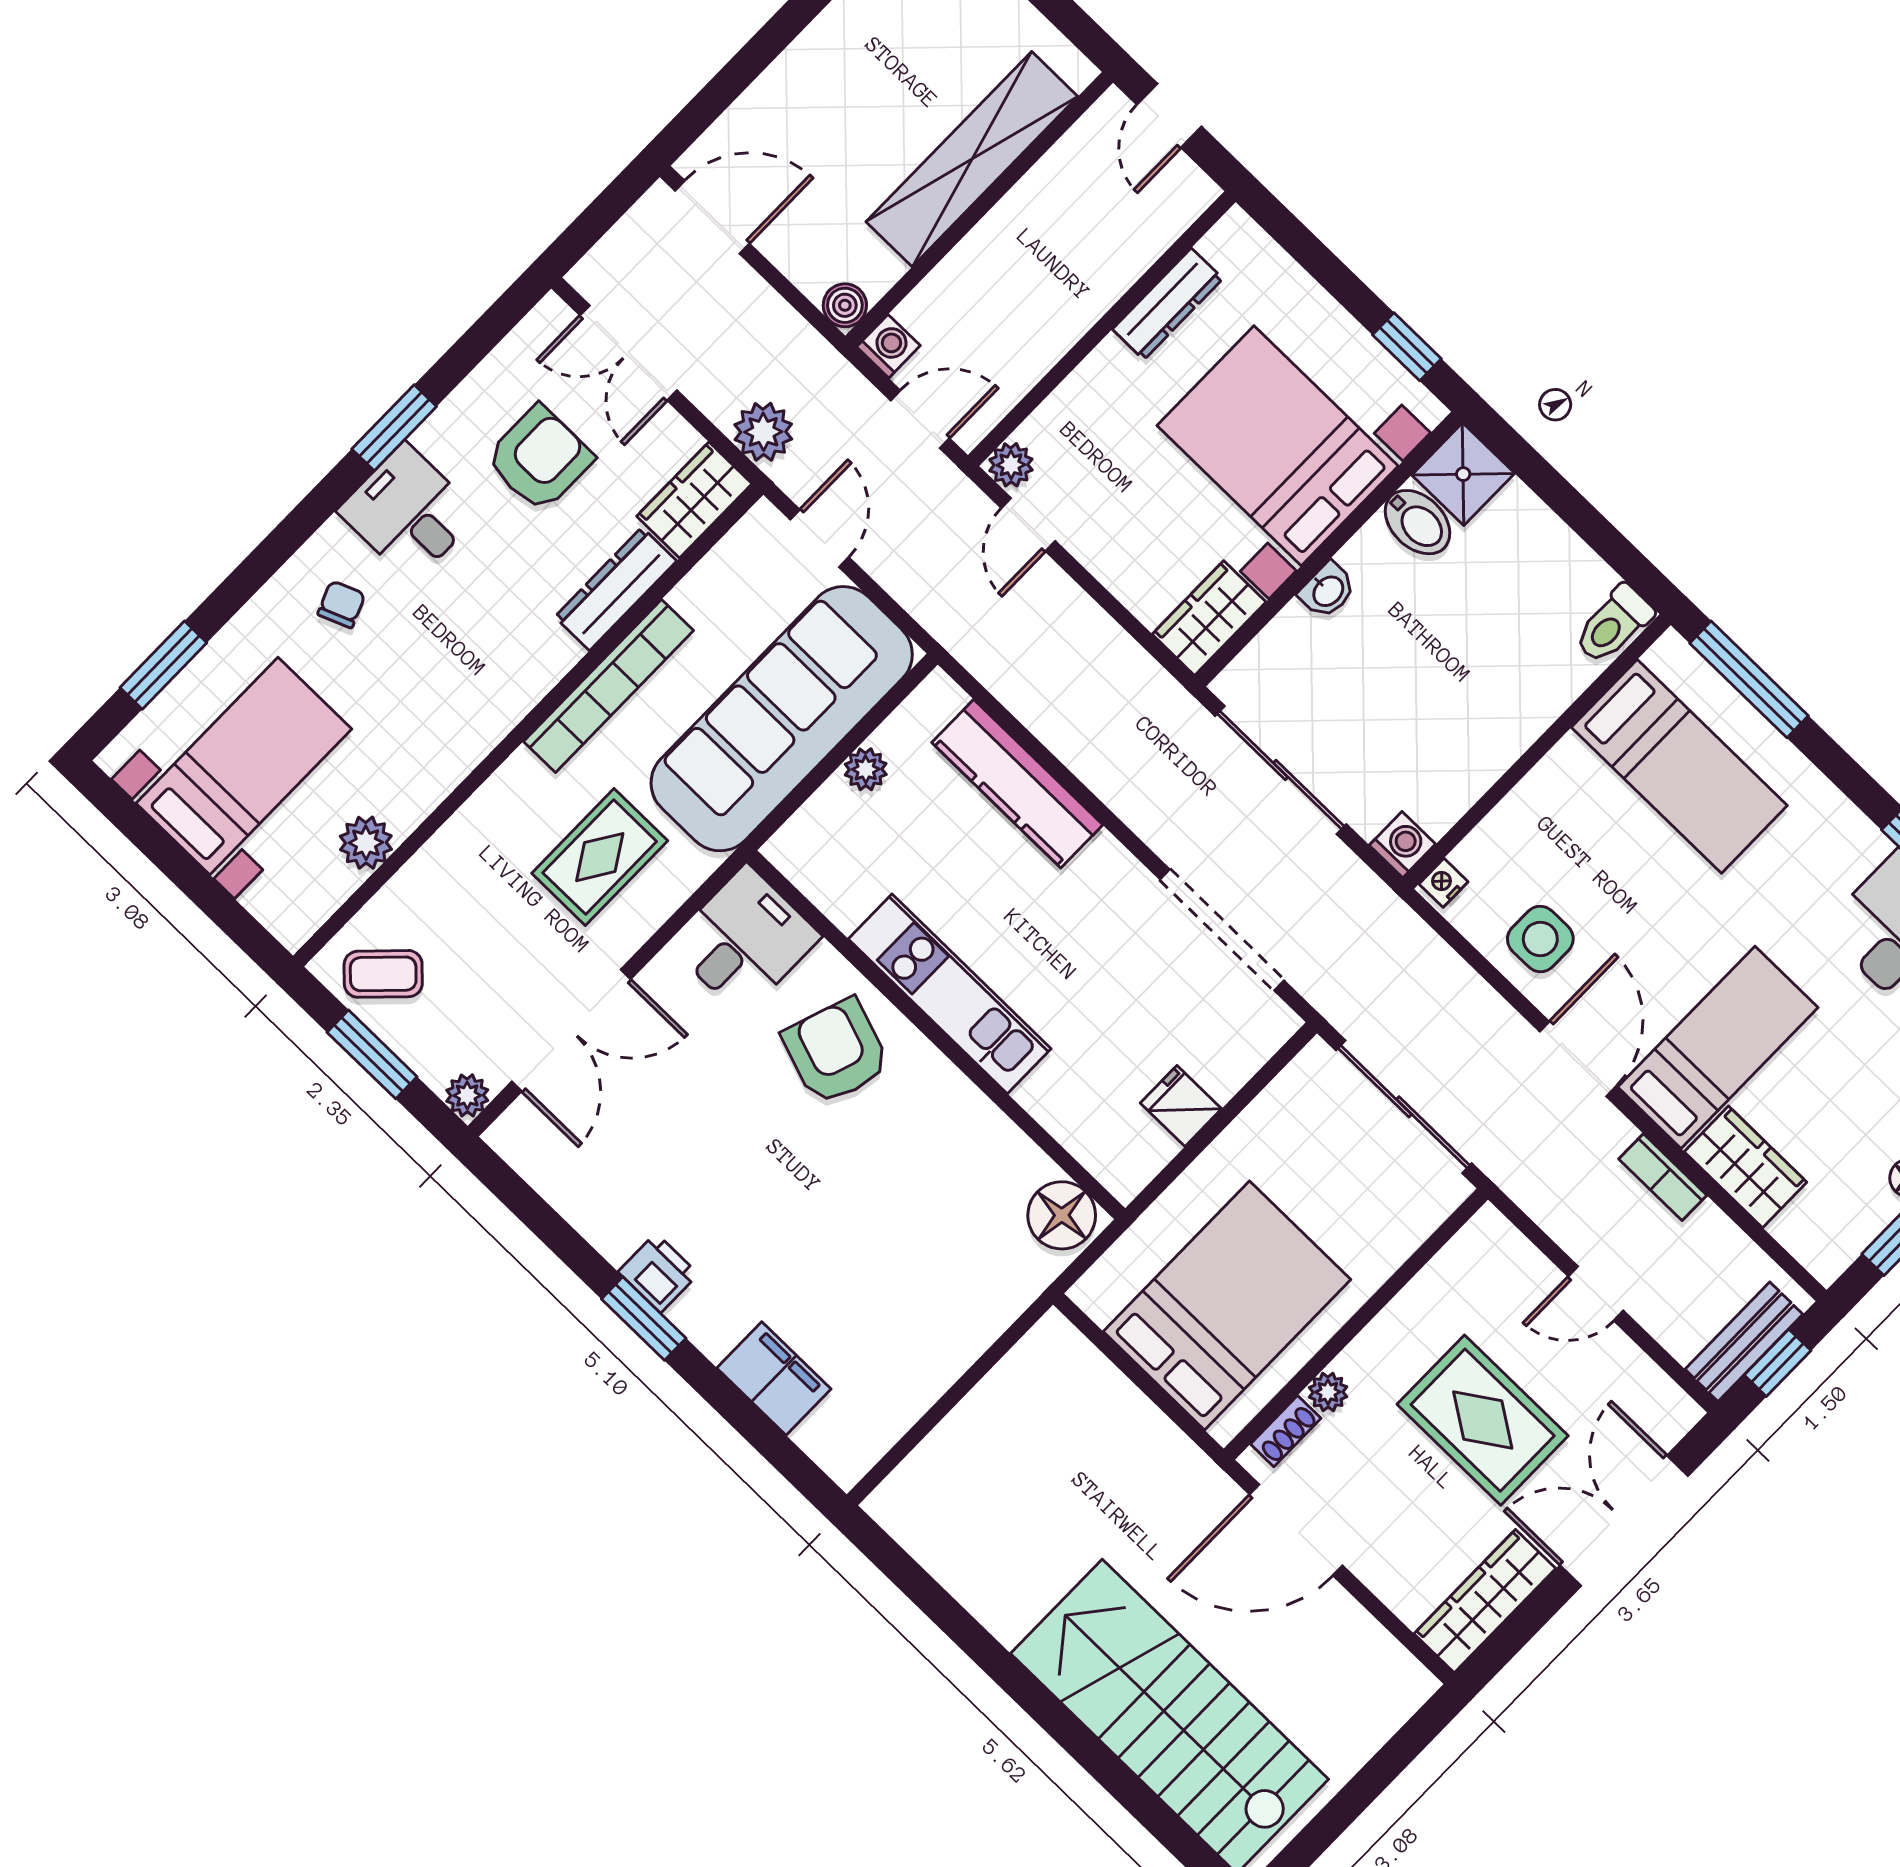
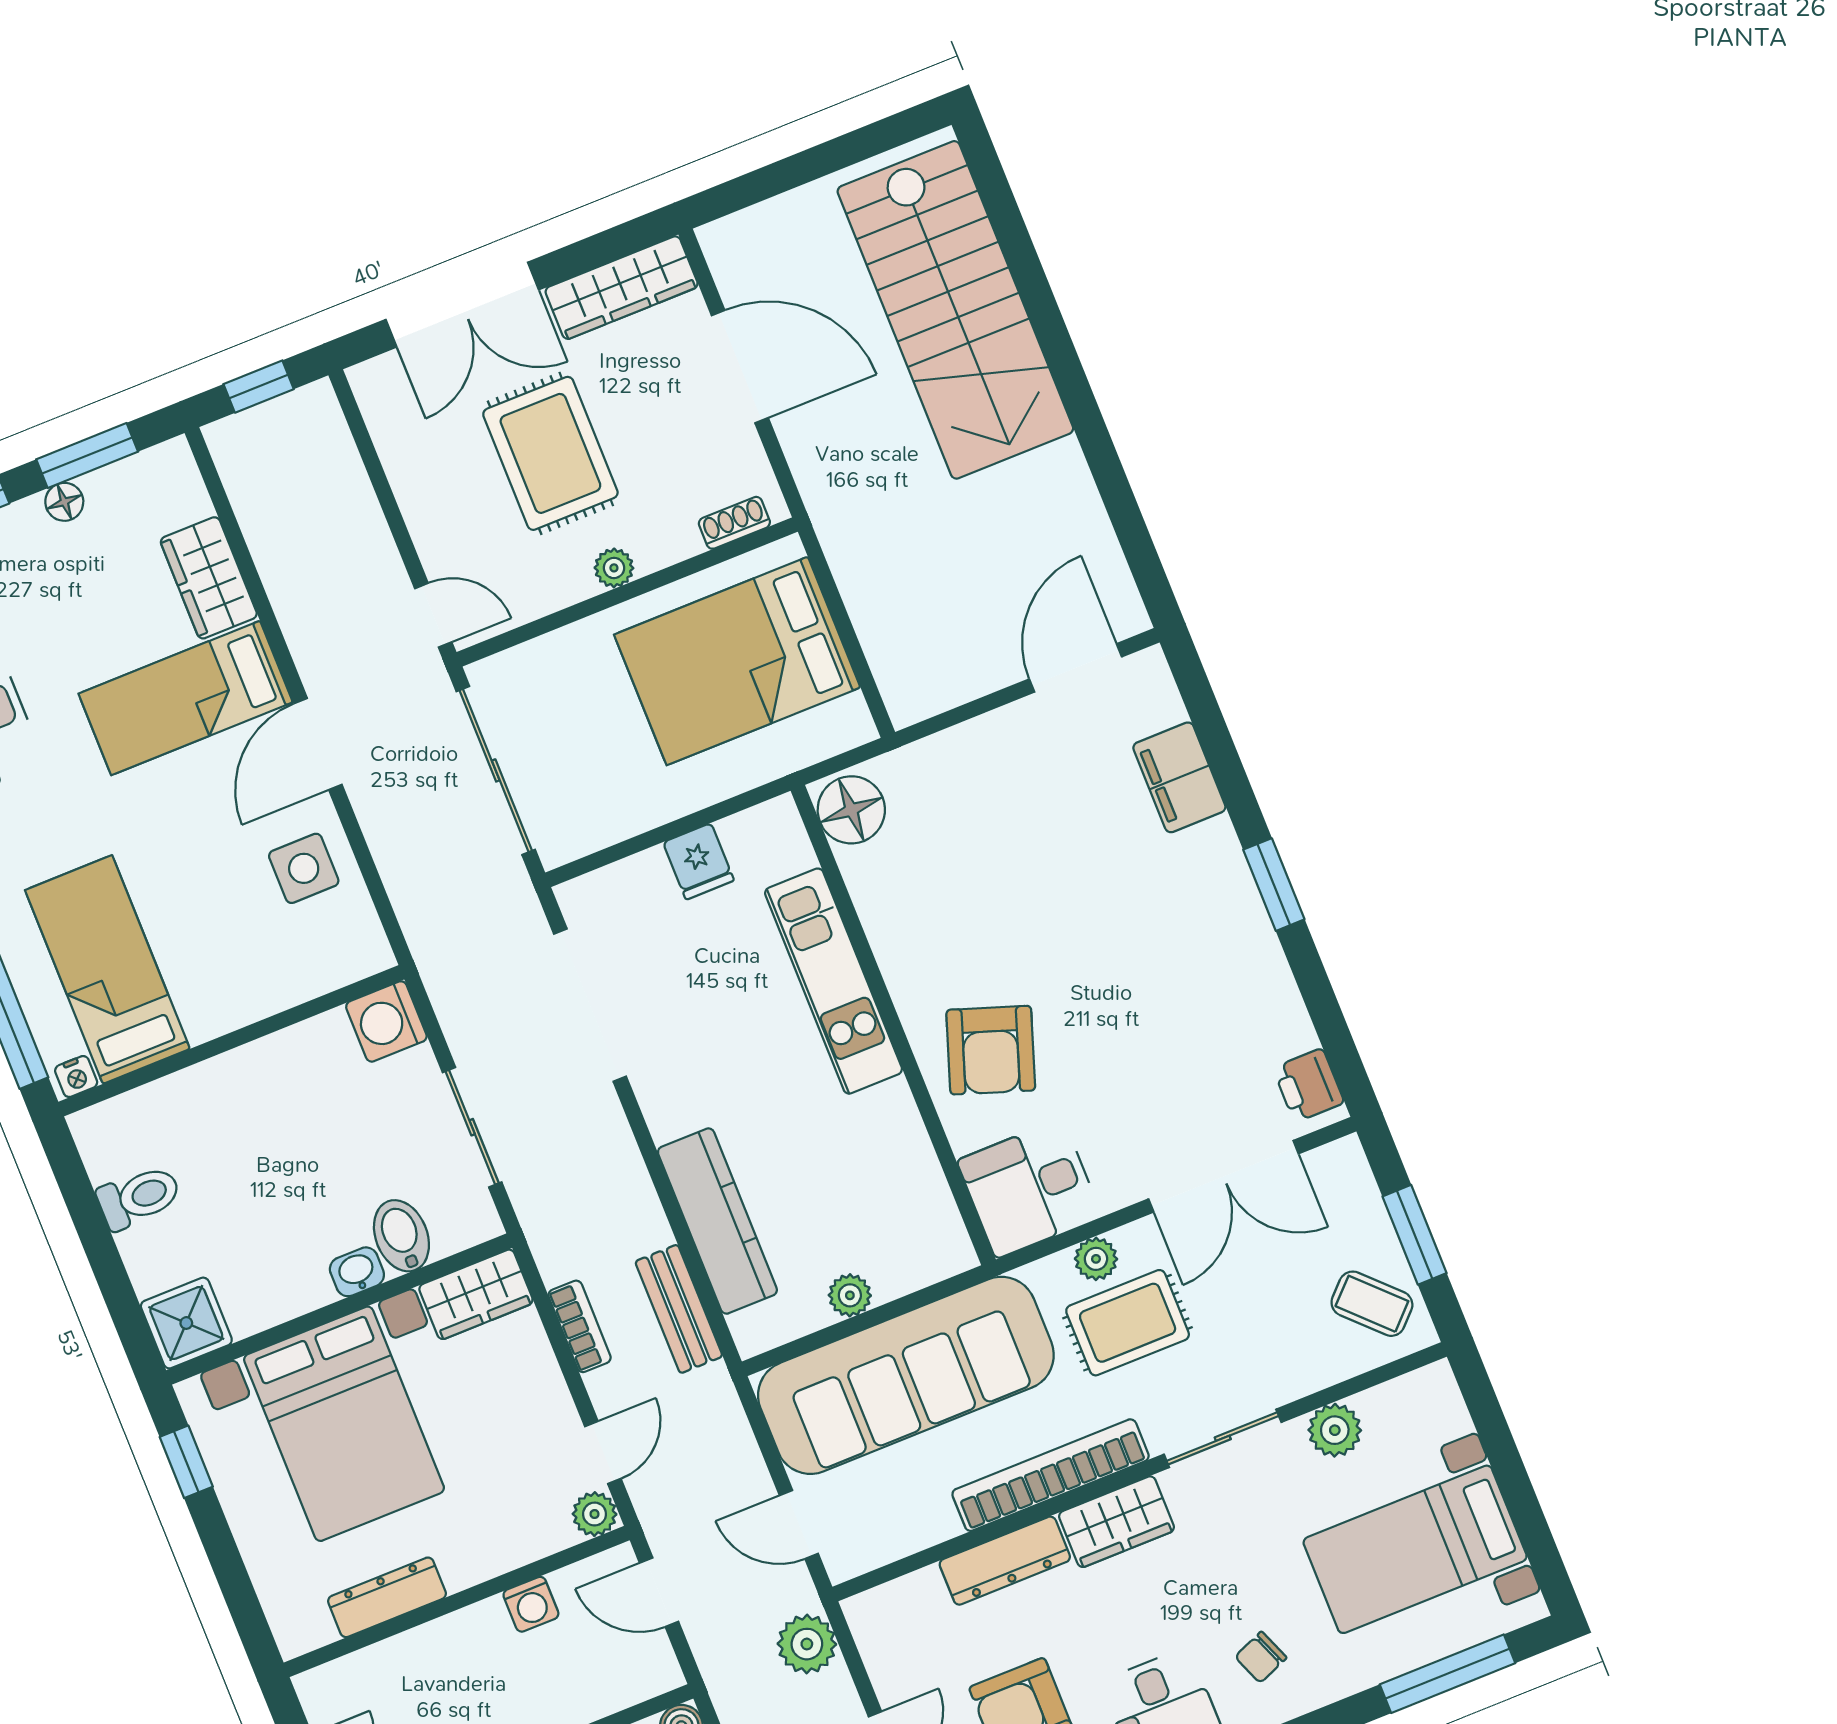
washing machine: (888, 346) -> (531, 1604), moved, turned -90
wardrobe: (694, 500) -> (1116, 1522), moved
bidet: (1417, 522) -> (401, 1236), moved
door: (819, 538) -> (799, 1524), hinge flipped
toilet: (1614, 624) -> (139, 1197), moved
window: (163, 665) -> (1448, 1674), width x1.44
sliding door: (1281, 770) -> (472, 1127), width x0.73
sliding door: (465, 790) -> (1223, 1438), added
washing machine: (1402, 845) -> (386, 1021), width x1.38, depth x1.38
nightstand: (1443, 883) -> (76, 1077), moved
kitchen unit: (950, 994) -> (834, 981), moved
double door: (571, 1030) -> (1223, 1176), swing flipped
plant: (467, 1095) -> (1096, 1259), moved
bookcase: (1663, 1177) -> (580, 1326), moved
printer: (658, 1273) -> (1308, 1085), moved
door: (1596, 1293) -> (433, 615), moved
bench: (1744, 1342) -> (679, 1309), moved, turned 90
plant: (1328, 1392) -> (614, 568), moved
door: (914, 1437) -> (1076, 668), added
door: (1296, 1530) -> (740, 367), moved

